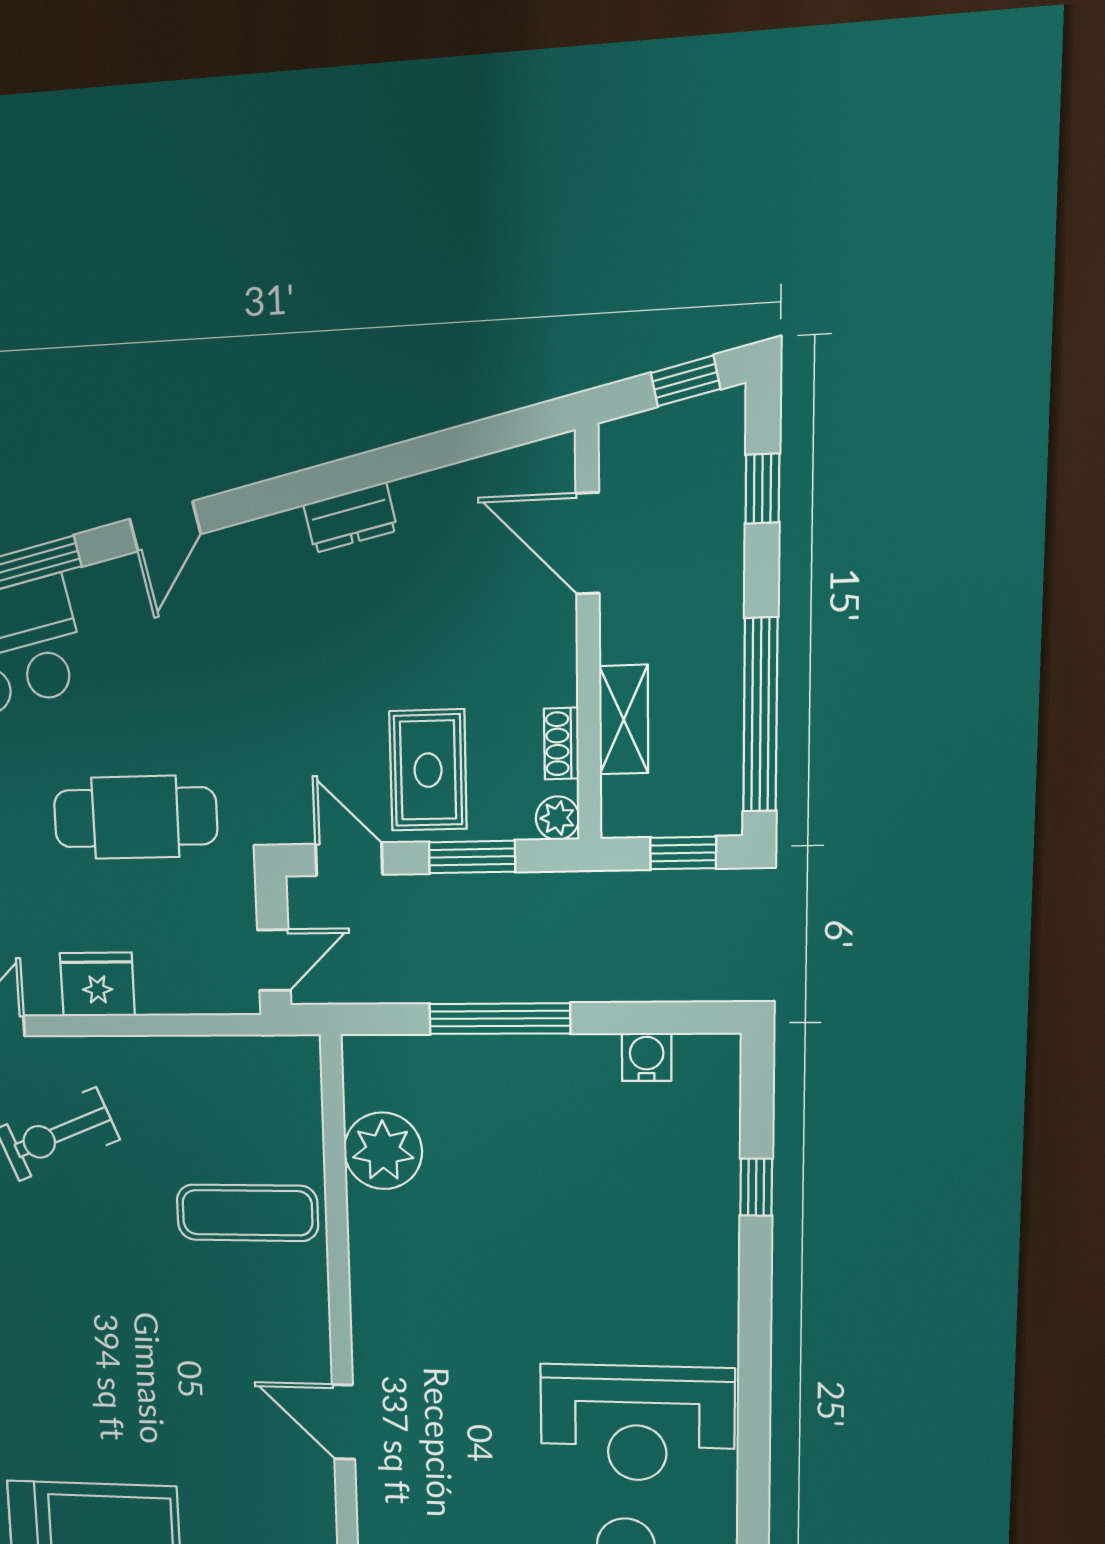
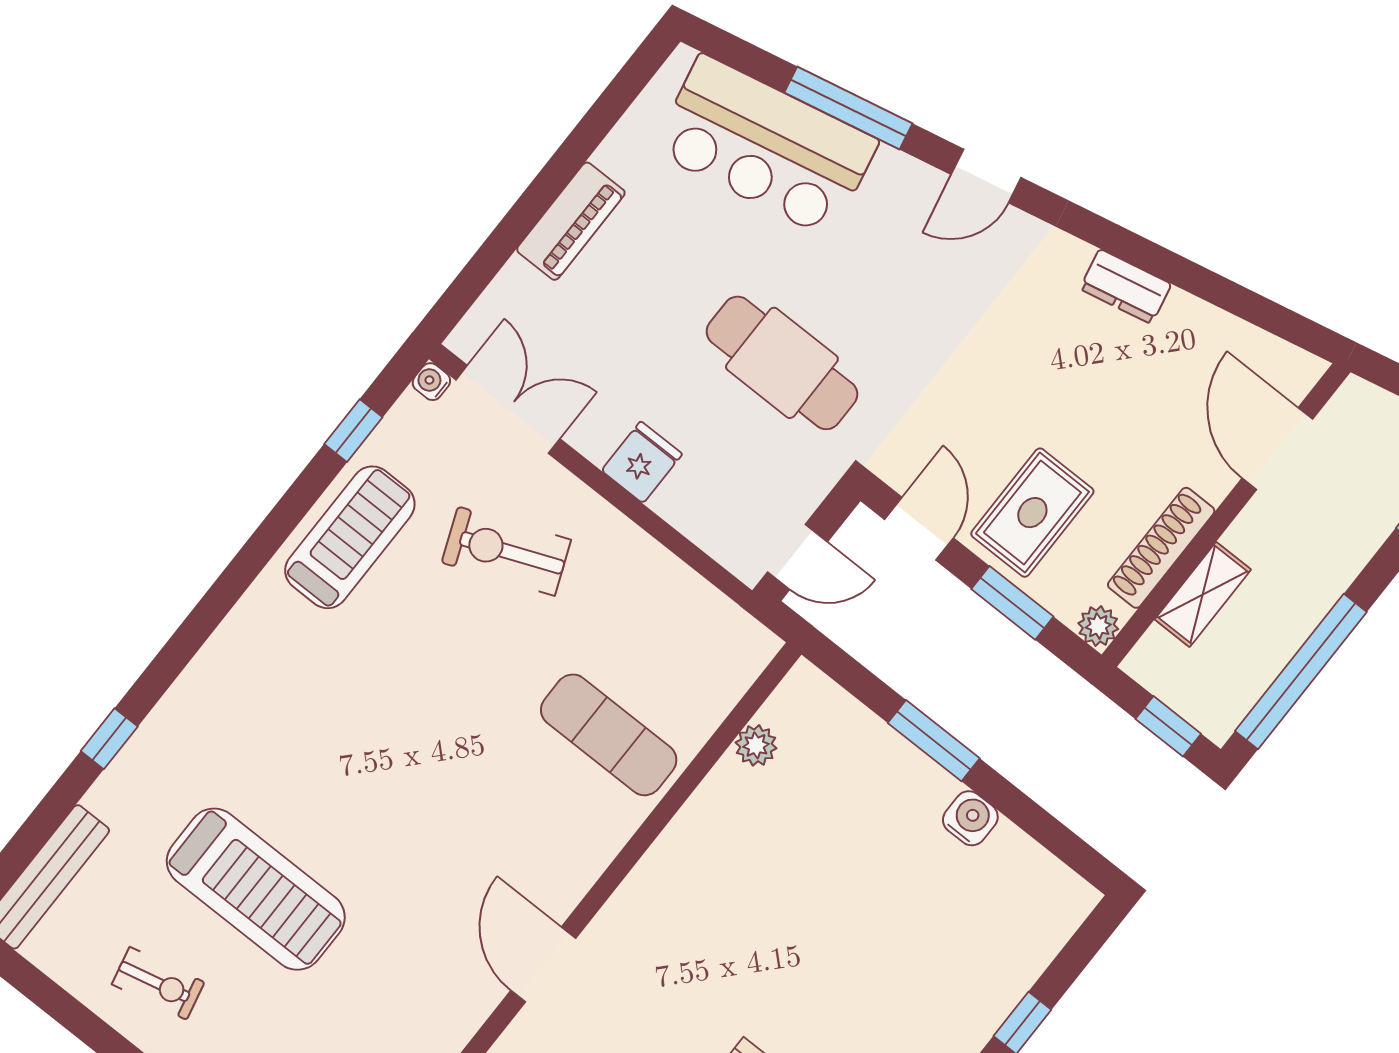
shoe rack: (561, 744) -> (1161, 548), width x1.94, depth x1.24
fridge: (97, 984) -> (642, 462), width x0.72
window: (500, 1019) -> (934, 741), width x0.69
water cooler: (647, 1057) -> (970, 818), moved
plant: (383, 1151) -> (756, 745), width x0.53, depth x0.53

